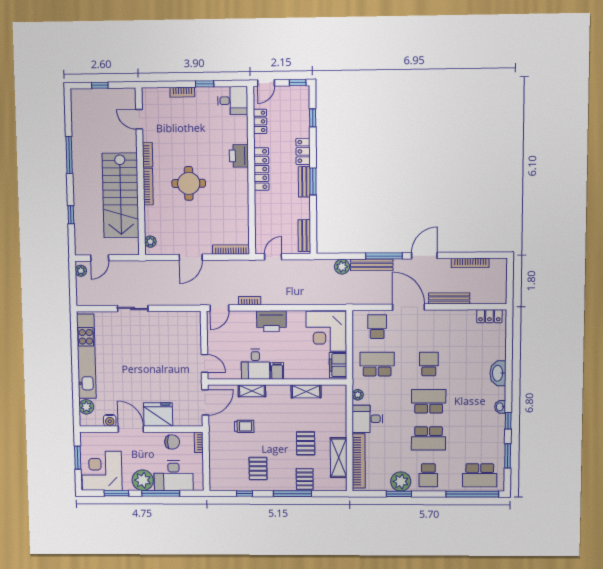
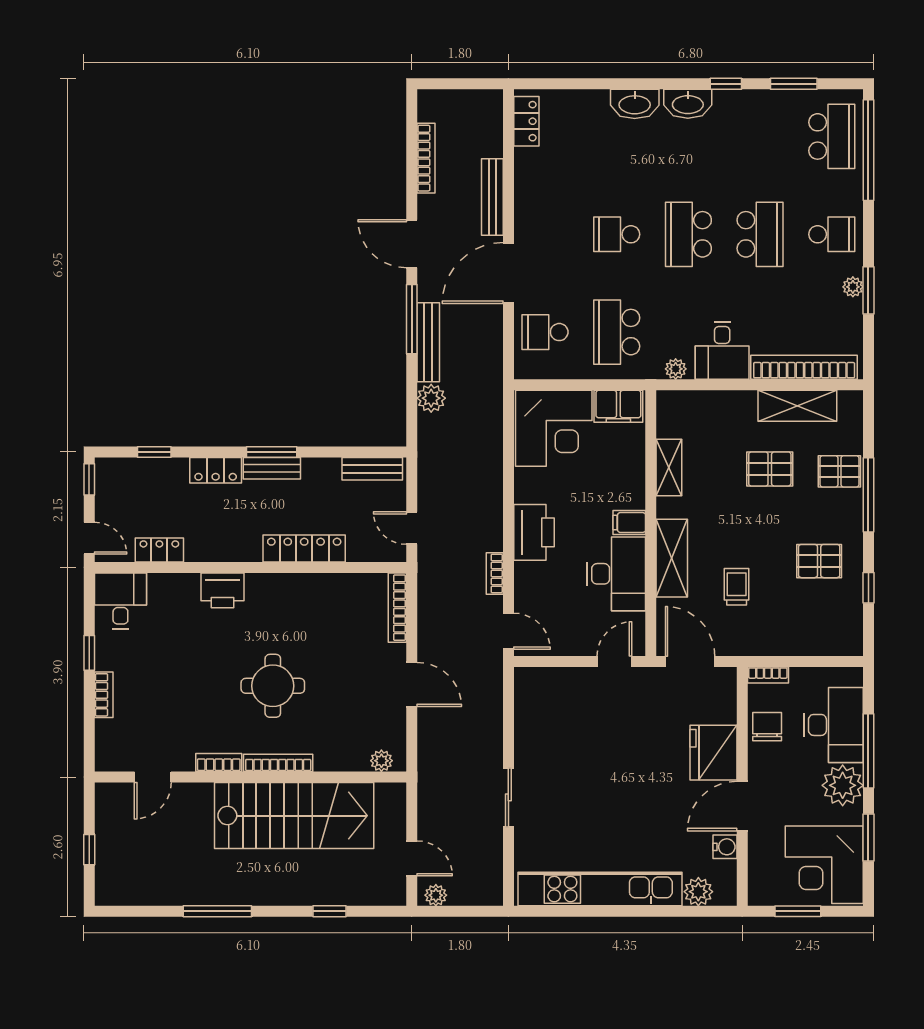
locker: (261, 169) -> (304, 548), moved
desk: (255, 364) -> (616, 574), width x1.37
shelving: (252, 391) -> (672, 558), width x1.50, depth x1.33
washbasin: (500, 407) -> (688, 104), width x1.91, depth x1.45
plant: (401, 481) -> (853, 287), width x0.53, depth x0.53

